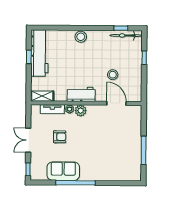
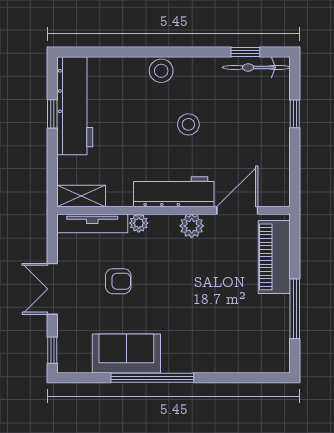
stool: (113, 75) -> (188, 124), moved
workbench: (81, 94) -> (174, 192), width x1.38
door: (116, 103) -> (237, 210), hinge flipped
tv unit: (52, 109) -> (92, 223), width x1.41
plant: (81, 111) -> (192, 226), moved
piano: (134, 126) -> (274, 257), added

